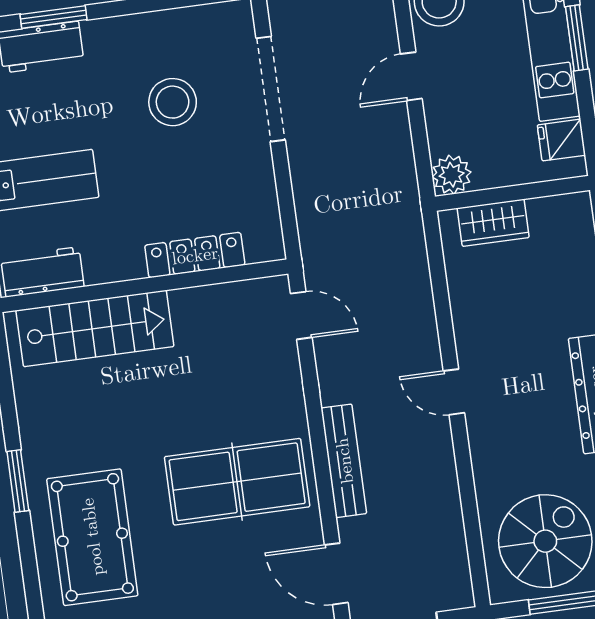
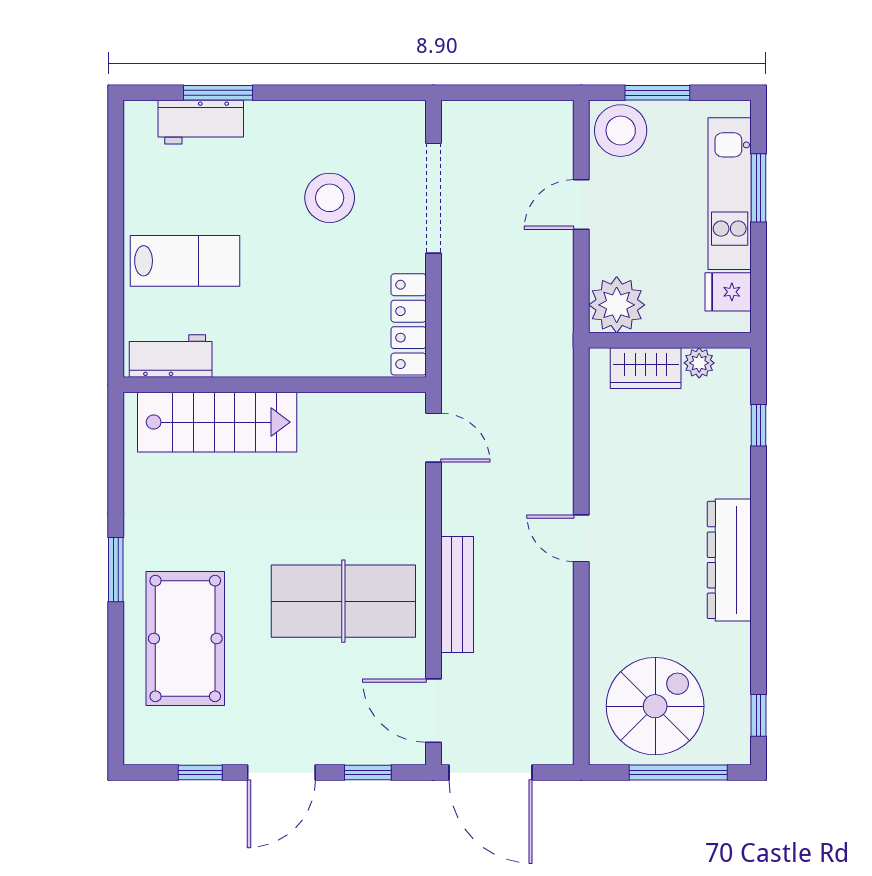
plant: (452, 175) -> (617, 305), width x1.36, depth x1.36
plant: (543, 211) -> (699, 363), added
locker: (195, 255) -> (409, 324), moved, turned -90

